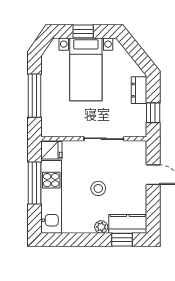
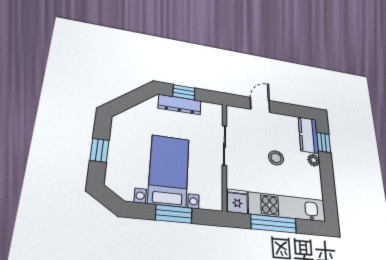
bed with nightstands: (86, 69) -> (169, 170), moved, turned -90
dresser: (139, 90) -> (180, 105), width x1.44
window: (35, 96) -> (174, 214), width x0.69
window: (153, 113) -> (184, 92), moved

